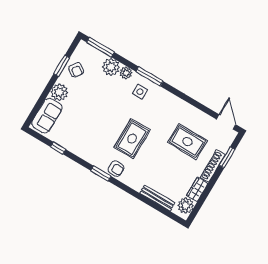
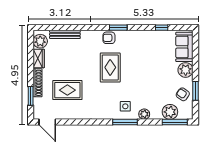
plant: (111, 67) -> (170, 112), moved

